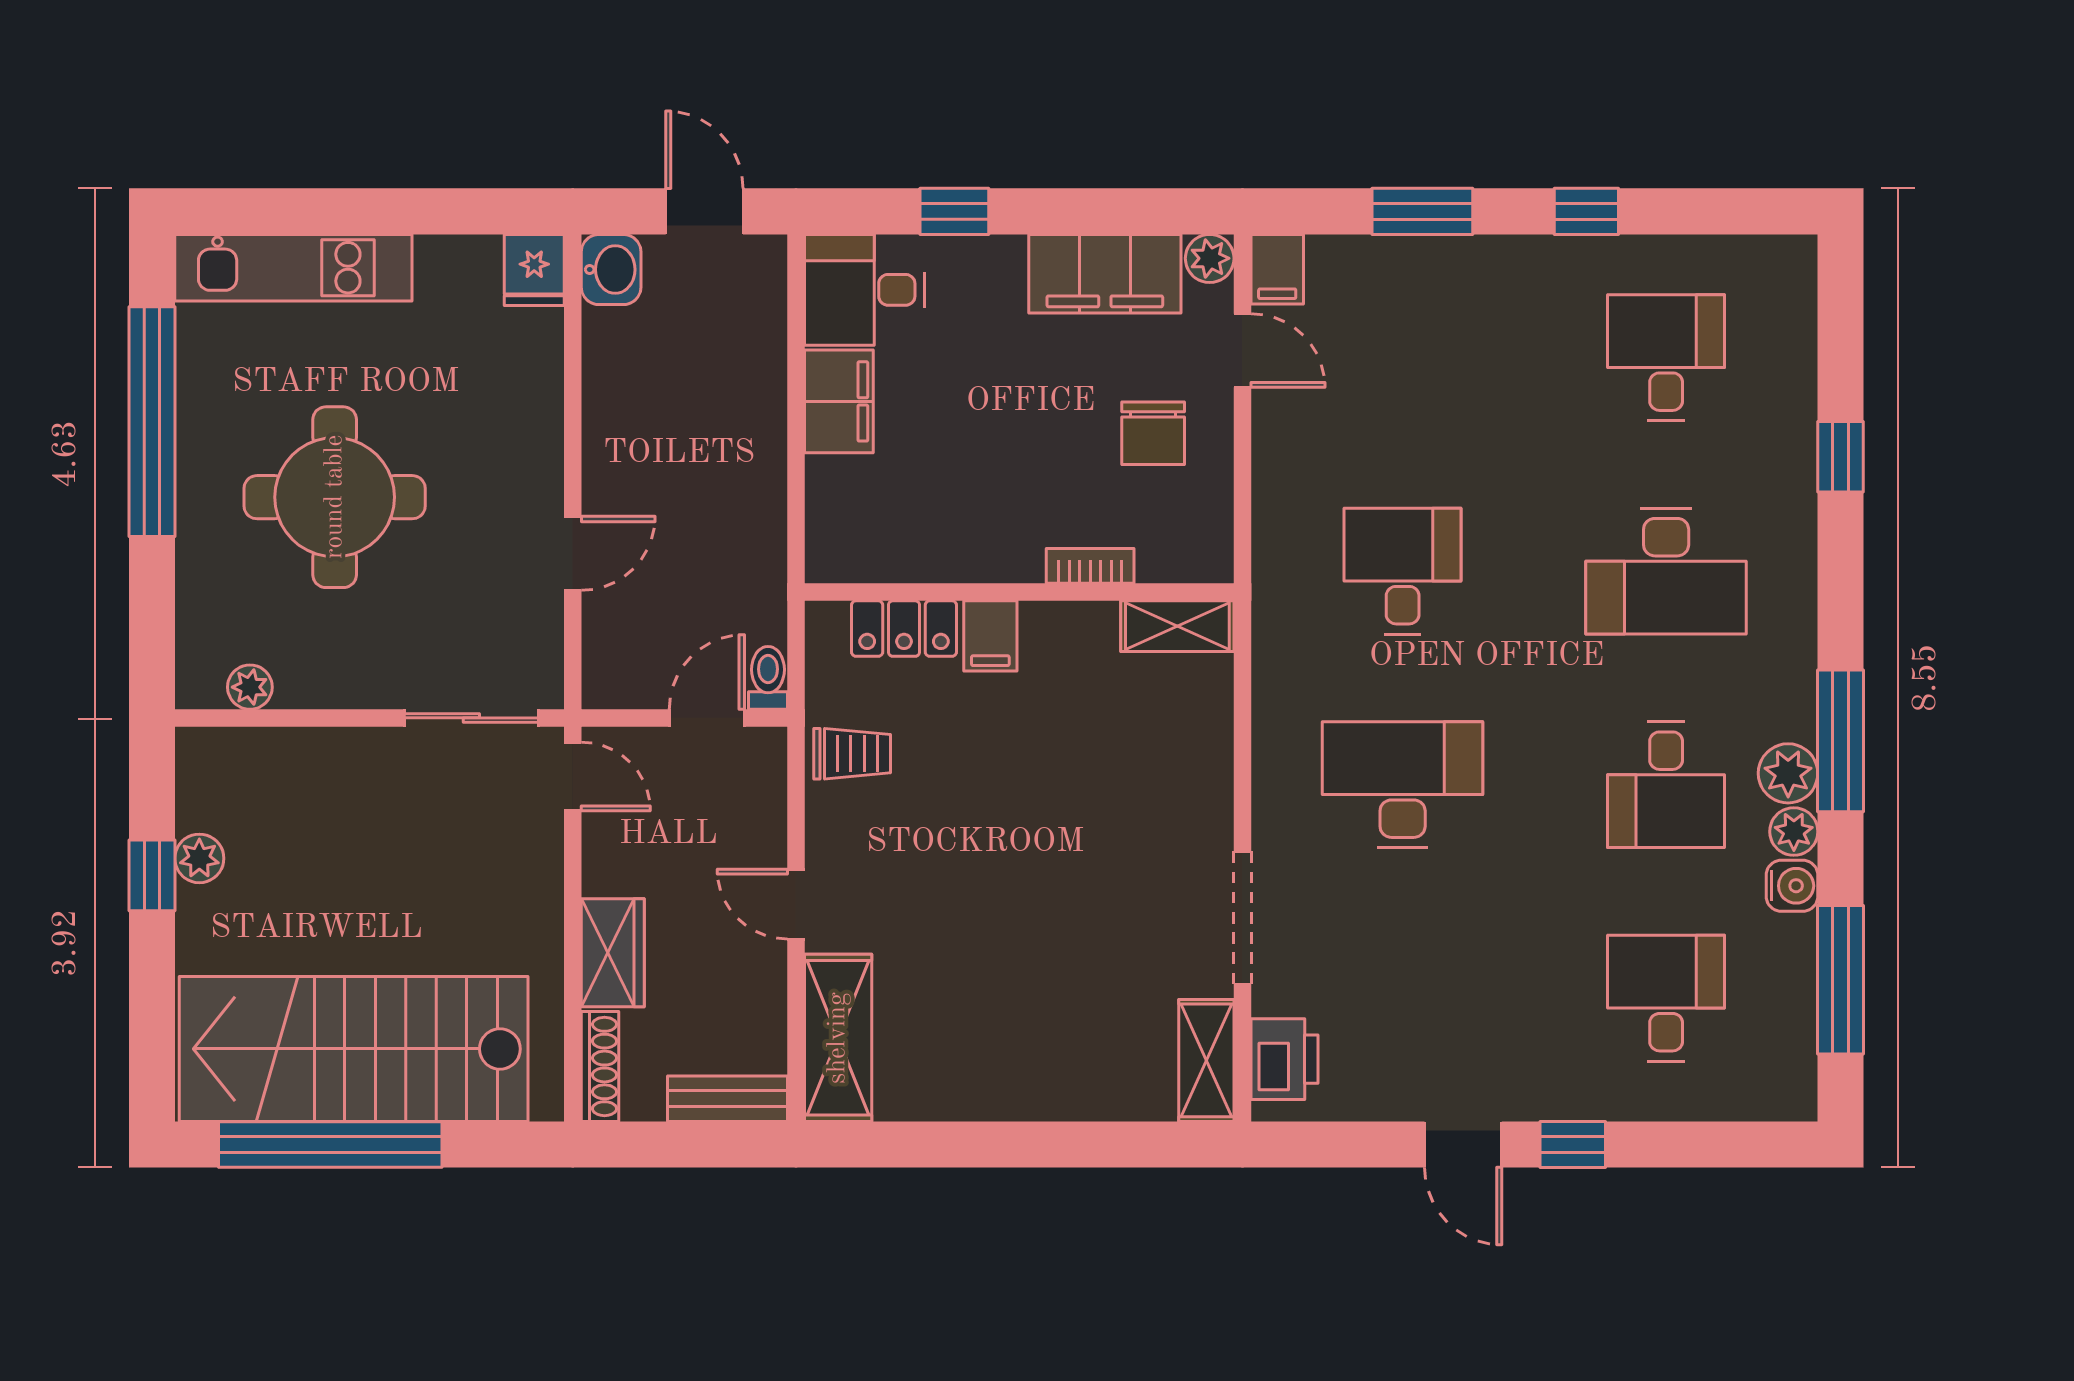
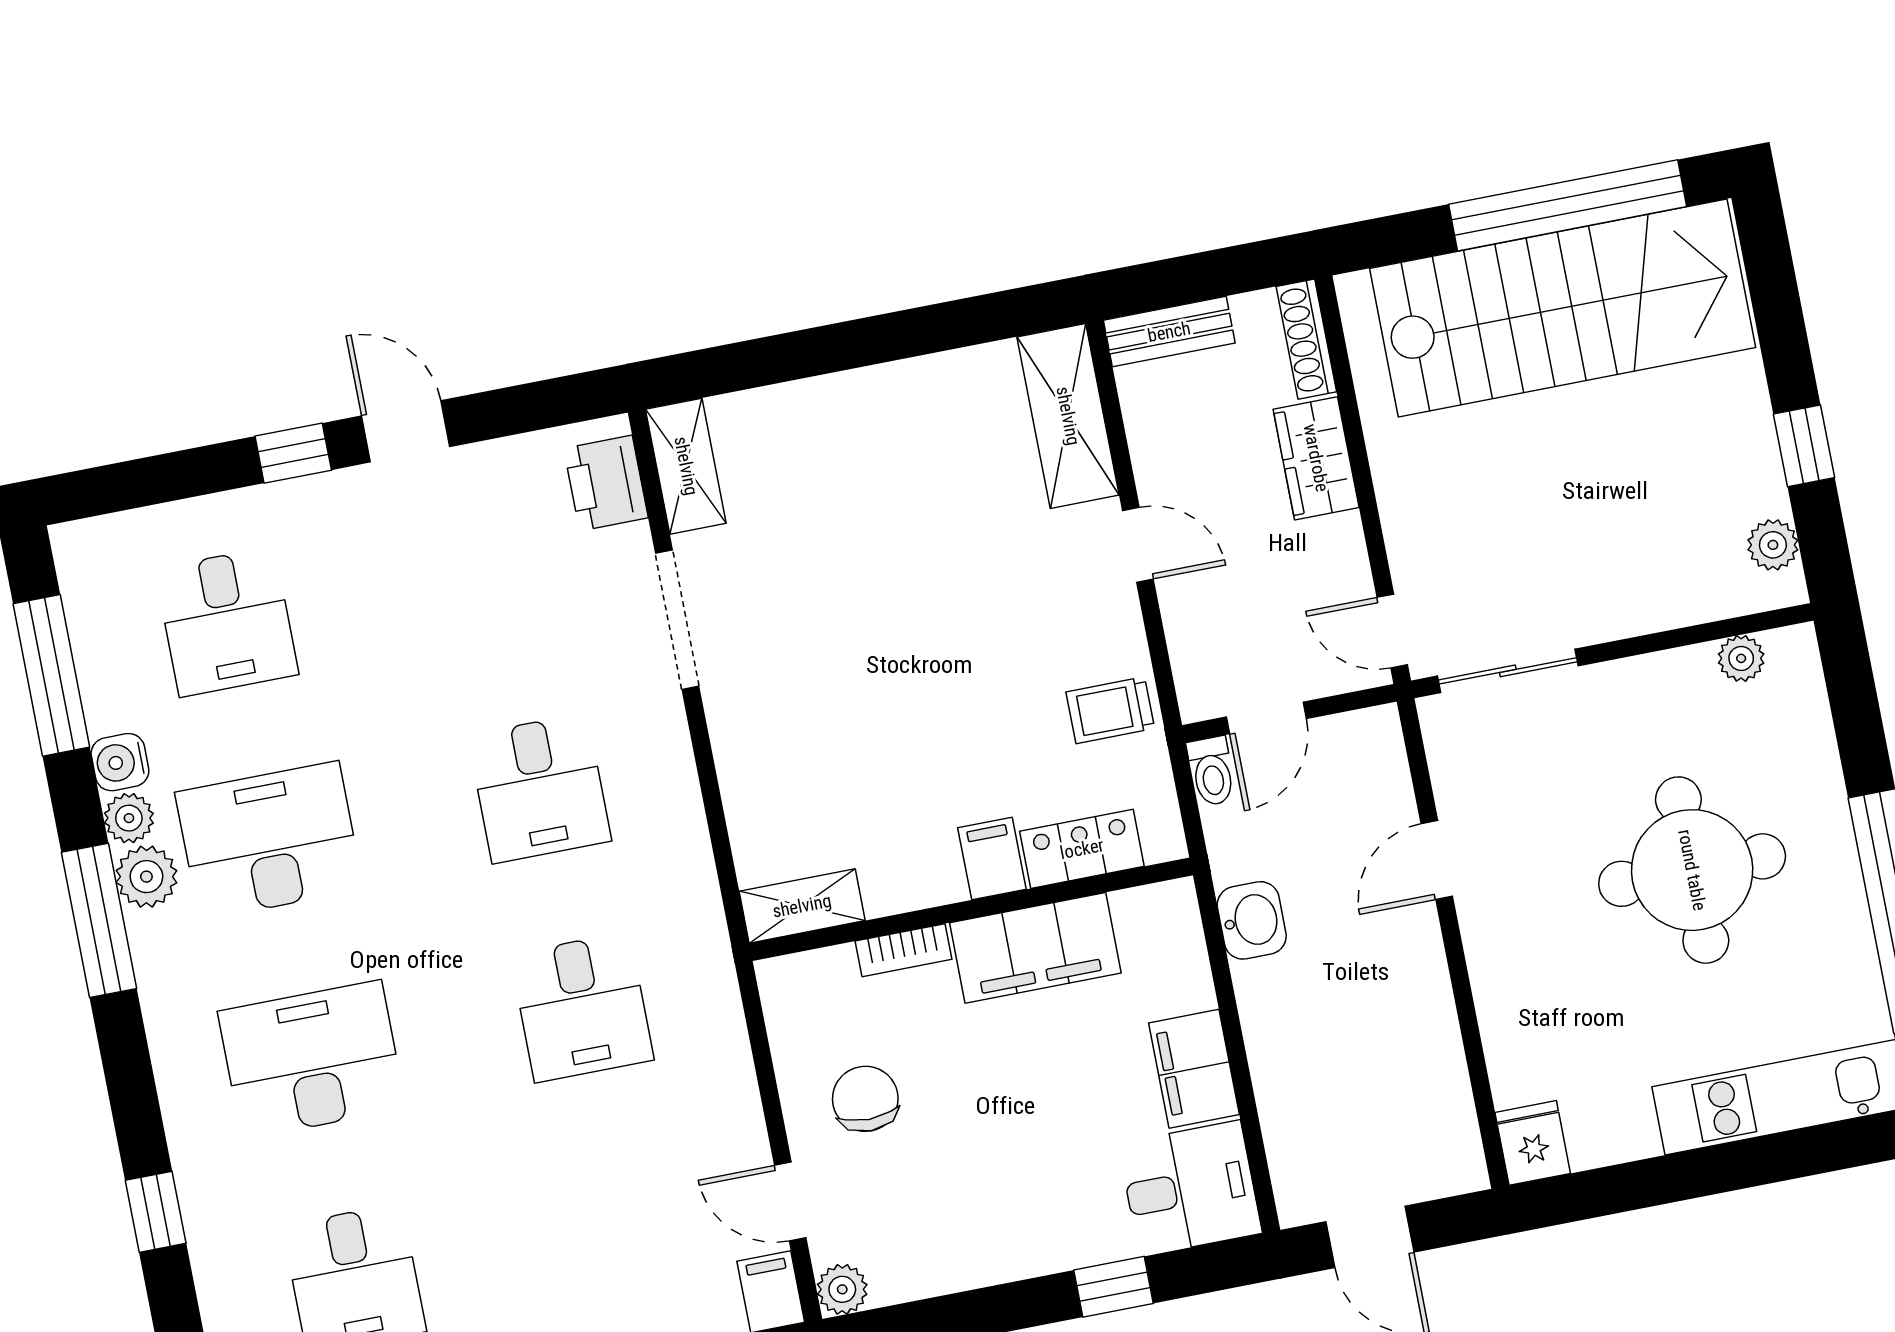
washbasin: (611, 270) -> (1252, 920), moved, turned 180
filing cabinet: (1105, 274) -> (1035, 948), moved, turned 180
desk: (1403, 785) -> (539, 788), width x0.73
desk: (1666, 785) -> (269, 841), width x1.37
plant: (199, 858) -> (1773, 545), moved

